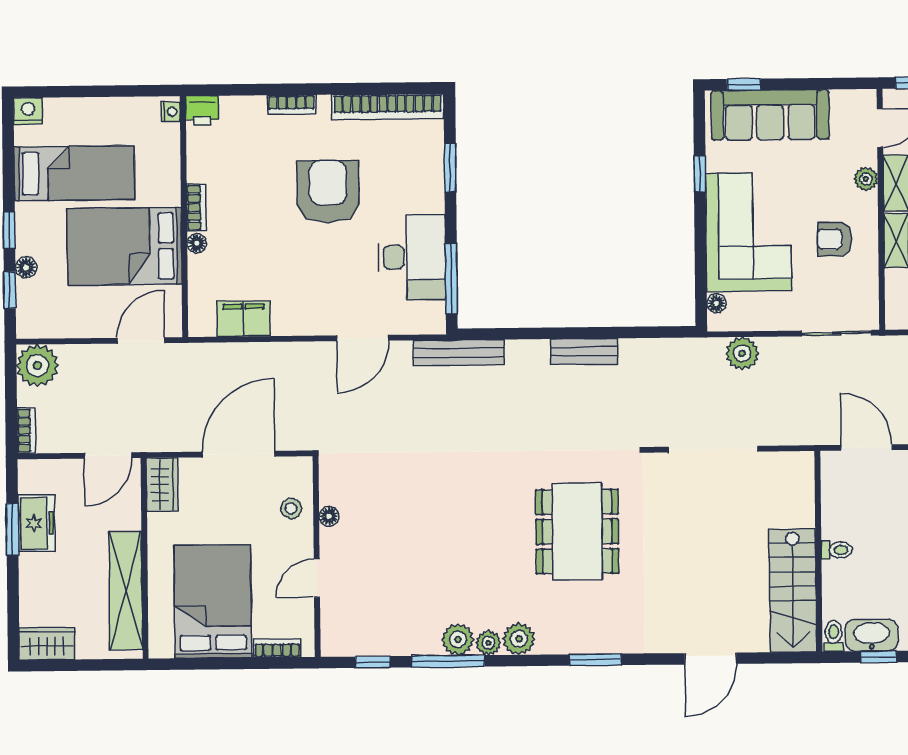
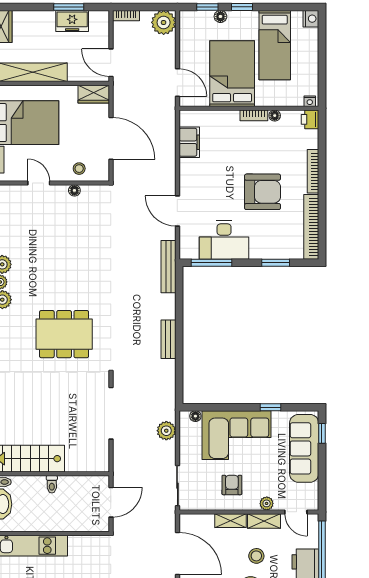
bookcase: (292, 105) -> (313, 171), width x1.56
floor lamp: (197, 243) -> (275, 116), moved

